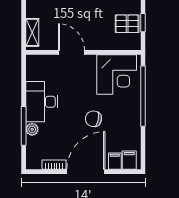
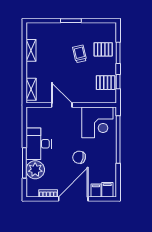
plant: (32, 129) -> (35, 170), width x1.88, depth x1.88

